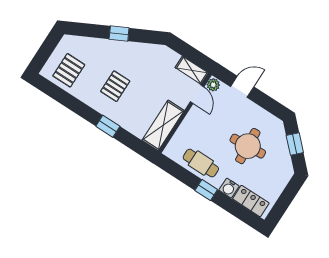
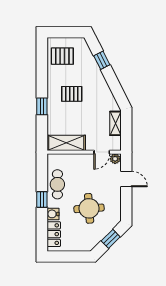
window: (119, 34) -> (102, 60), moved
shelving: (192, 70) -> (115, 123), moved

